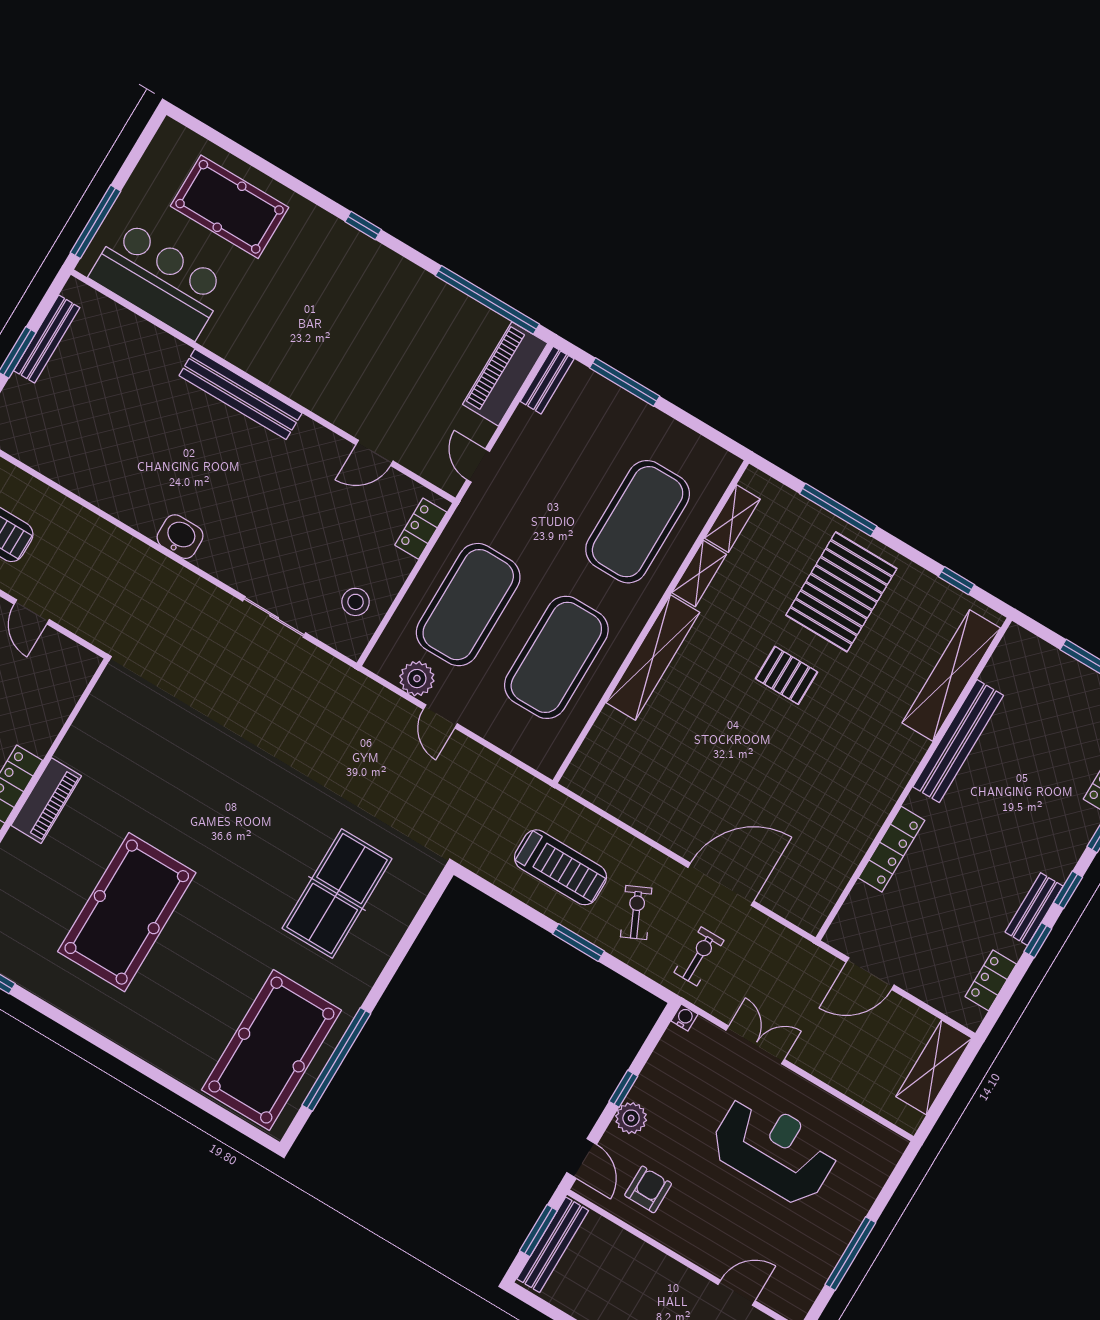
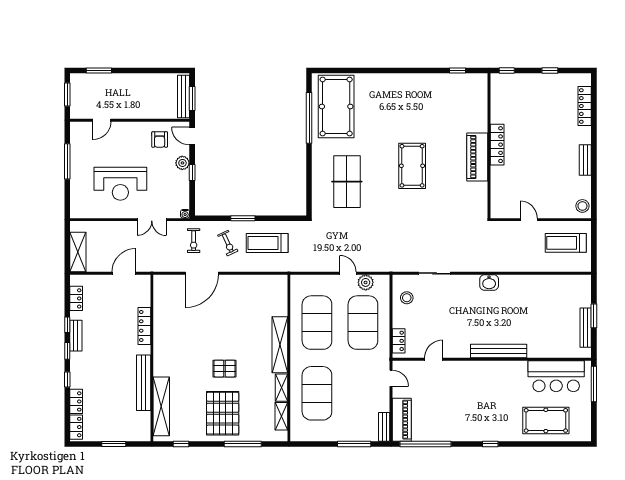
piano: (46, 801) -> (477, 157), width x1.37, depth x1.33
pool table: (127, 912) -> (412, 166), moved, width x0.73, depth x0.76

